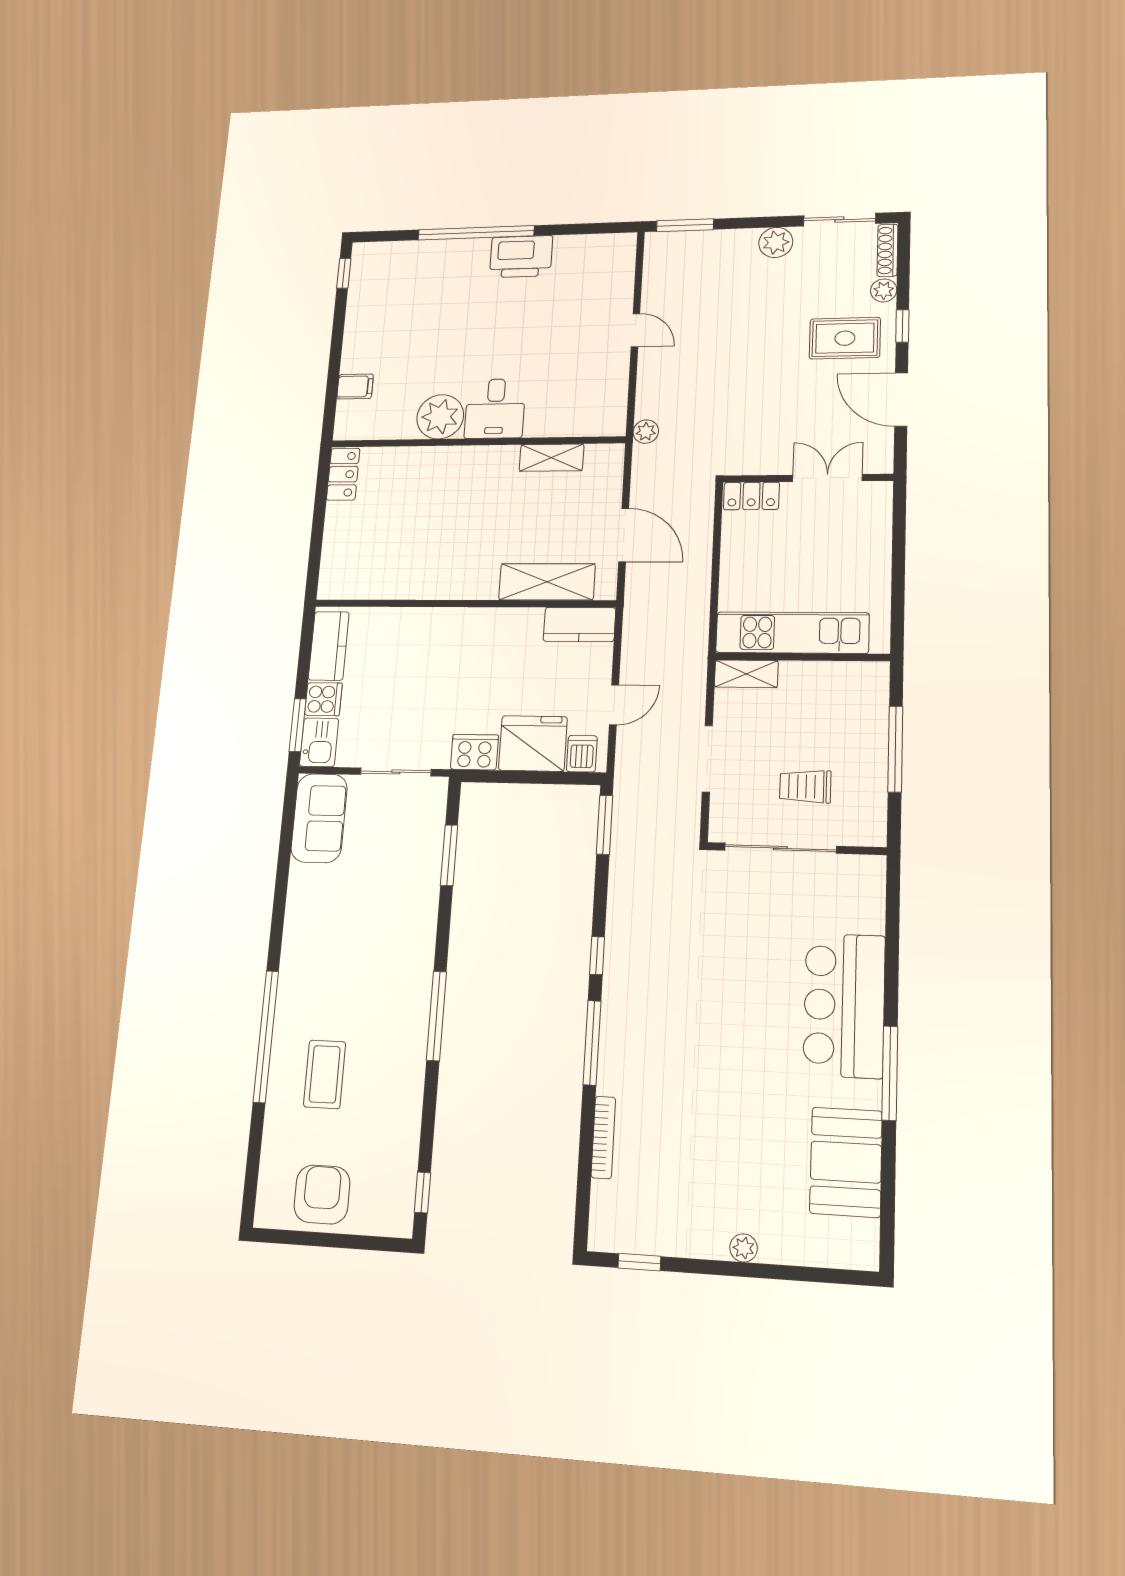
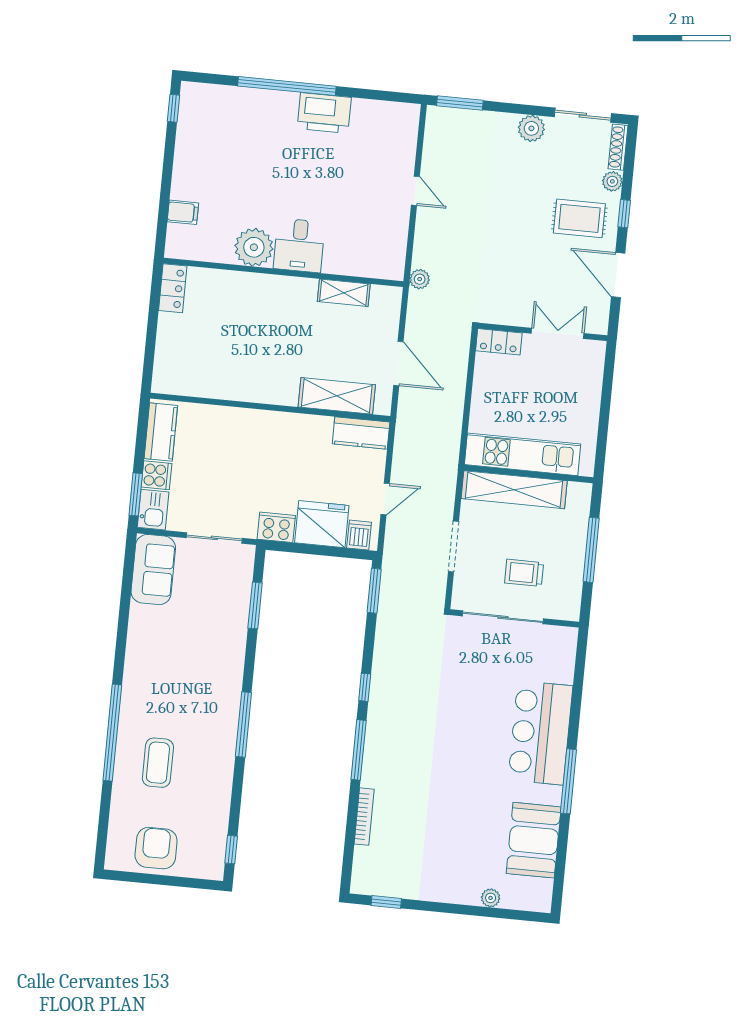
shelving: (746, 674) -> (514, 490), width x2.20, depth x1.33
plant: (744, 1248) -> (491, 898), moved

